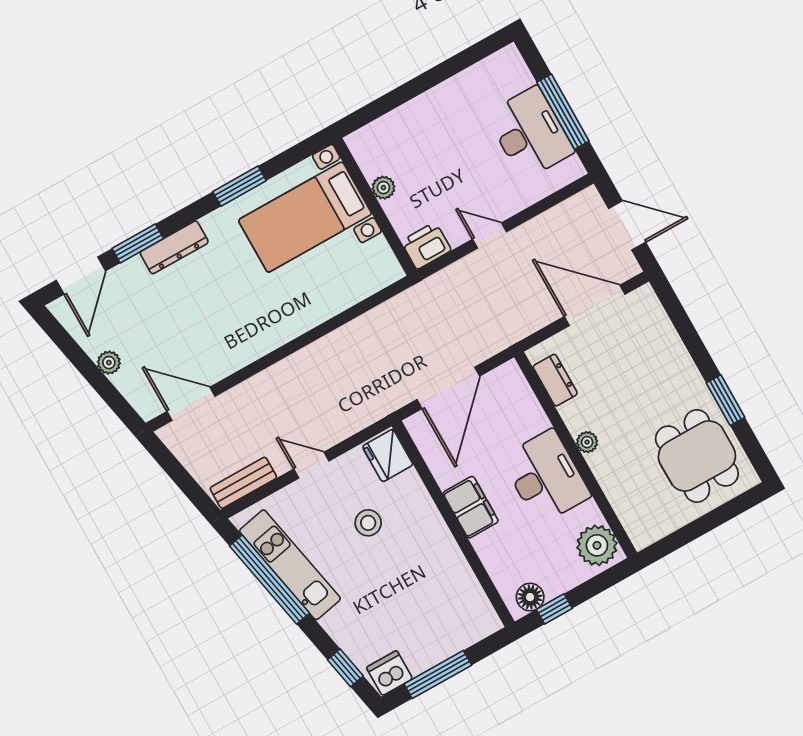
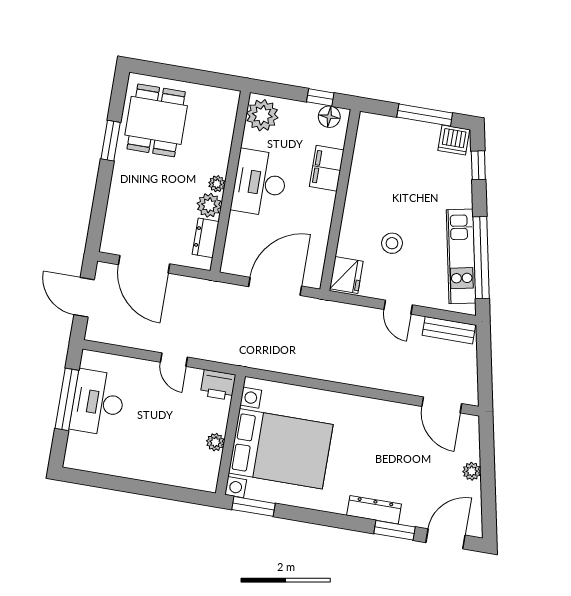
window: (239, 186) -> (254, 506), moved
bed with nightstands: (305, 217) -> (281, 449), width x1.36
plant: (578, 415) -> (209, 205), added
filing cabinet: (471, 507) -> (327, 168), moved

